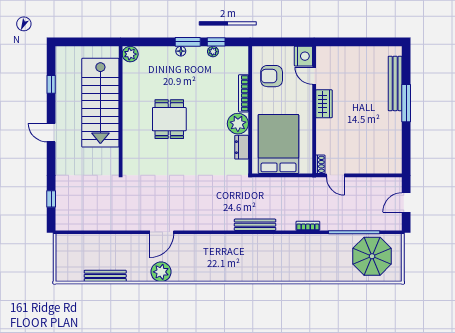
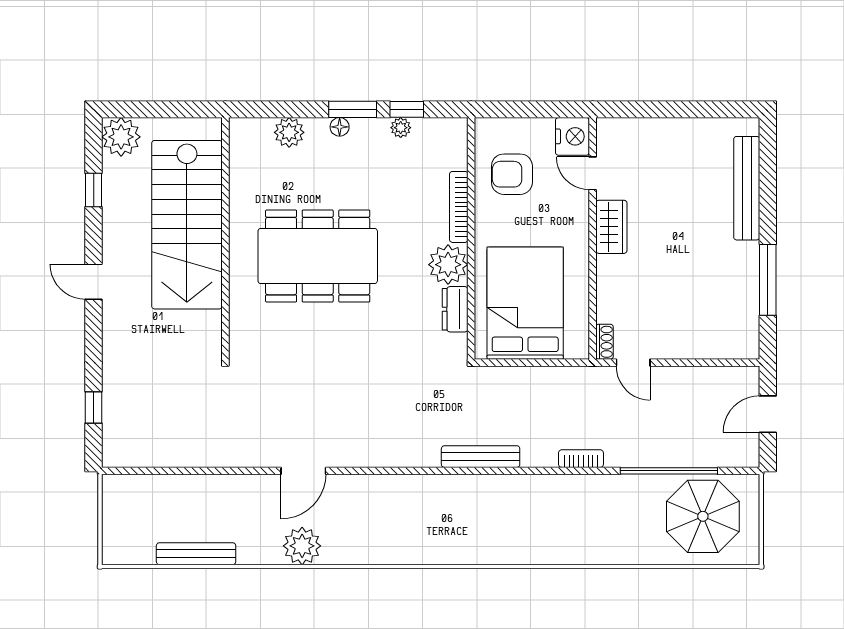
plant: (130, 54) -> (289, 132), moved
plant: (66, 56) -> (121, 137), added
window: (406, 103) -> (768, 280), moved
dining table: (169, 119) -> (318, 256), width x1.88, depth x1.24

